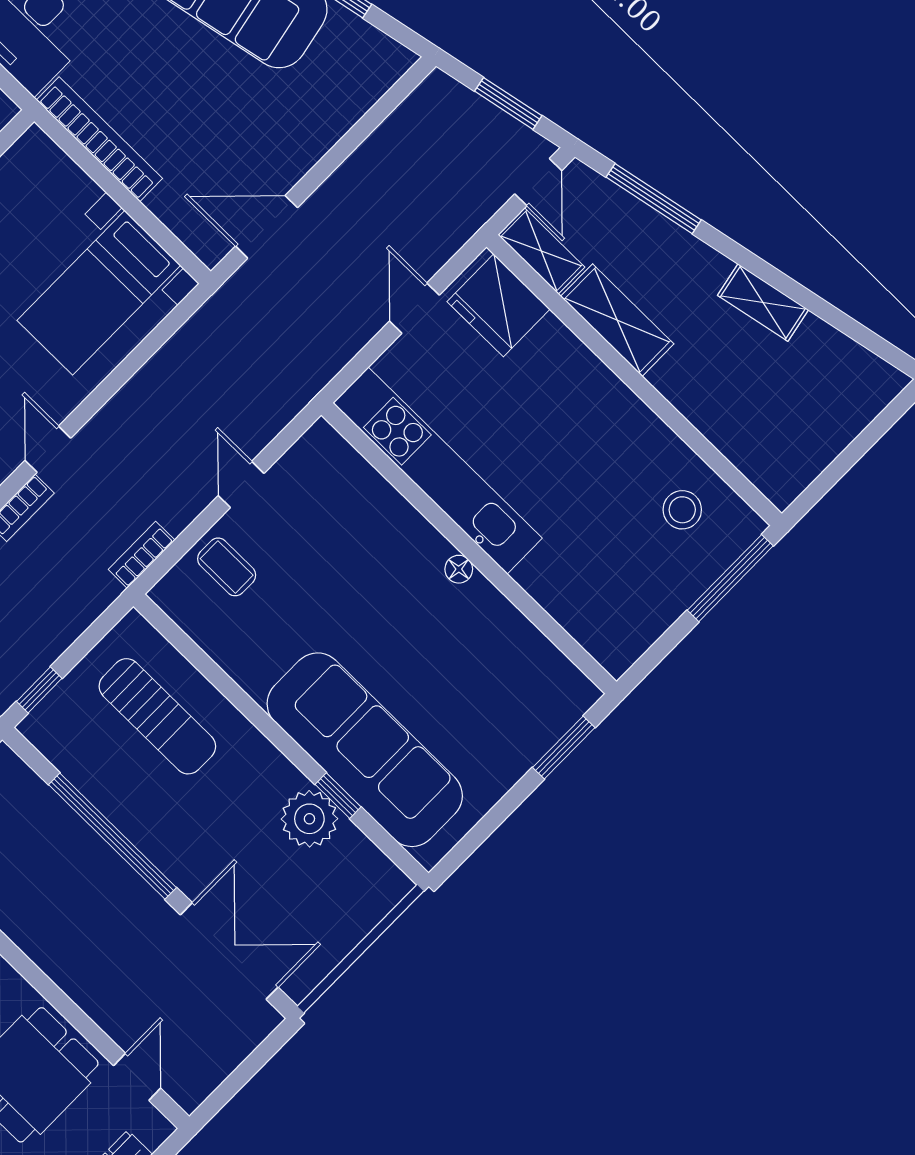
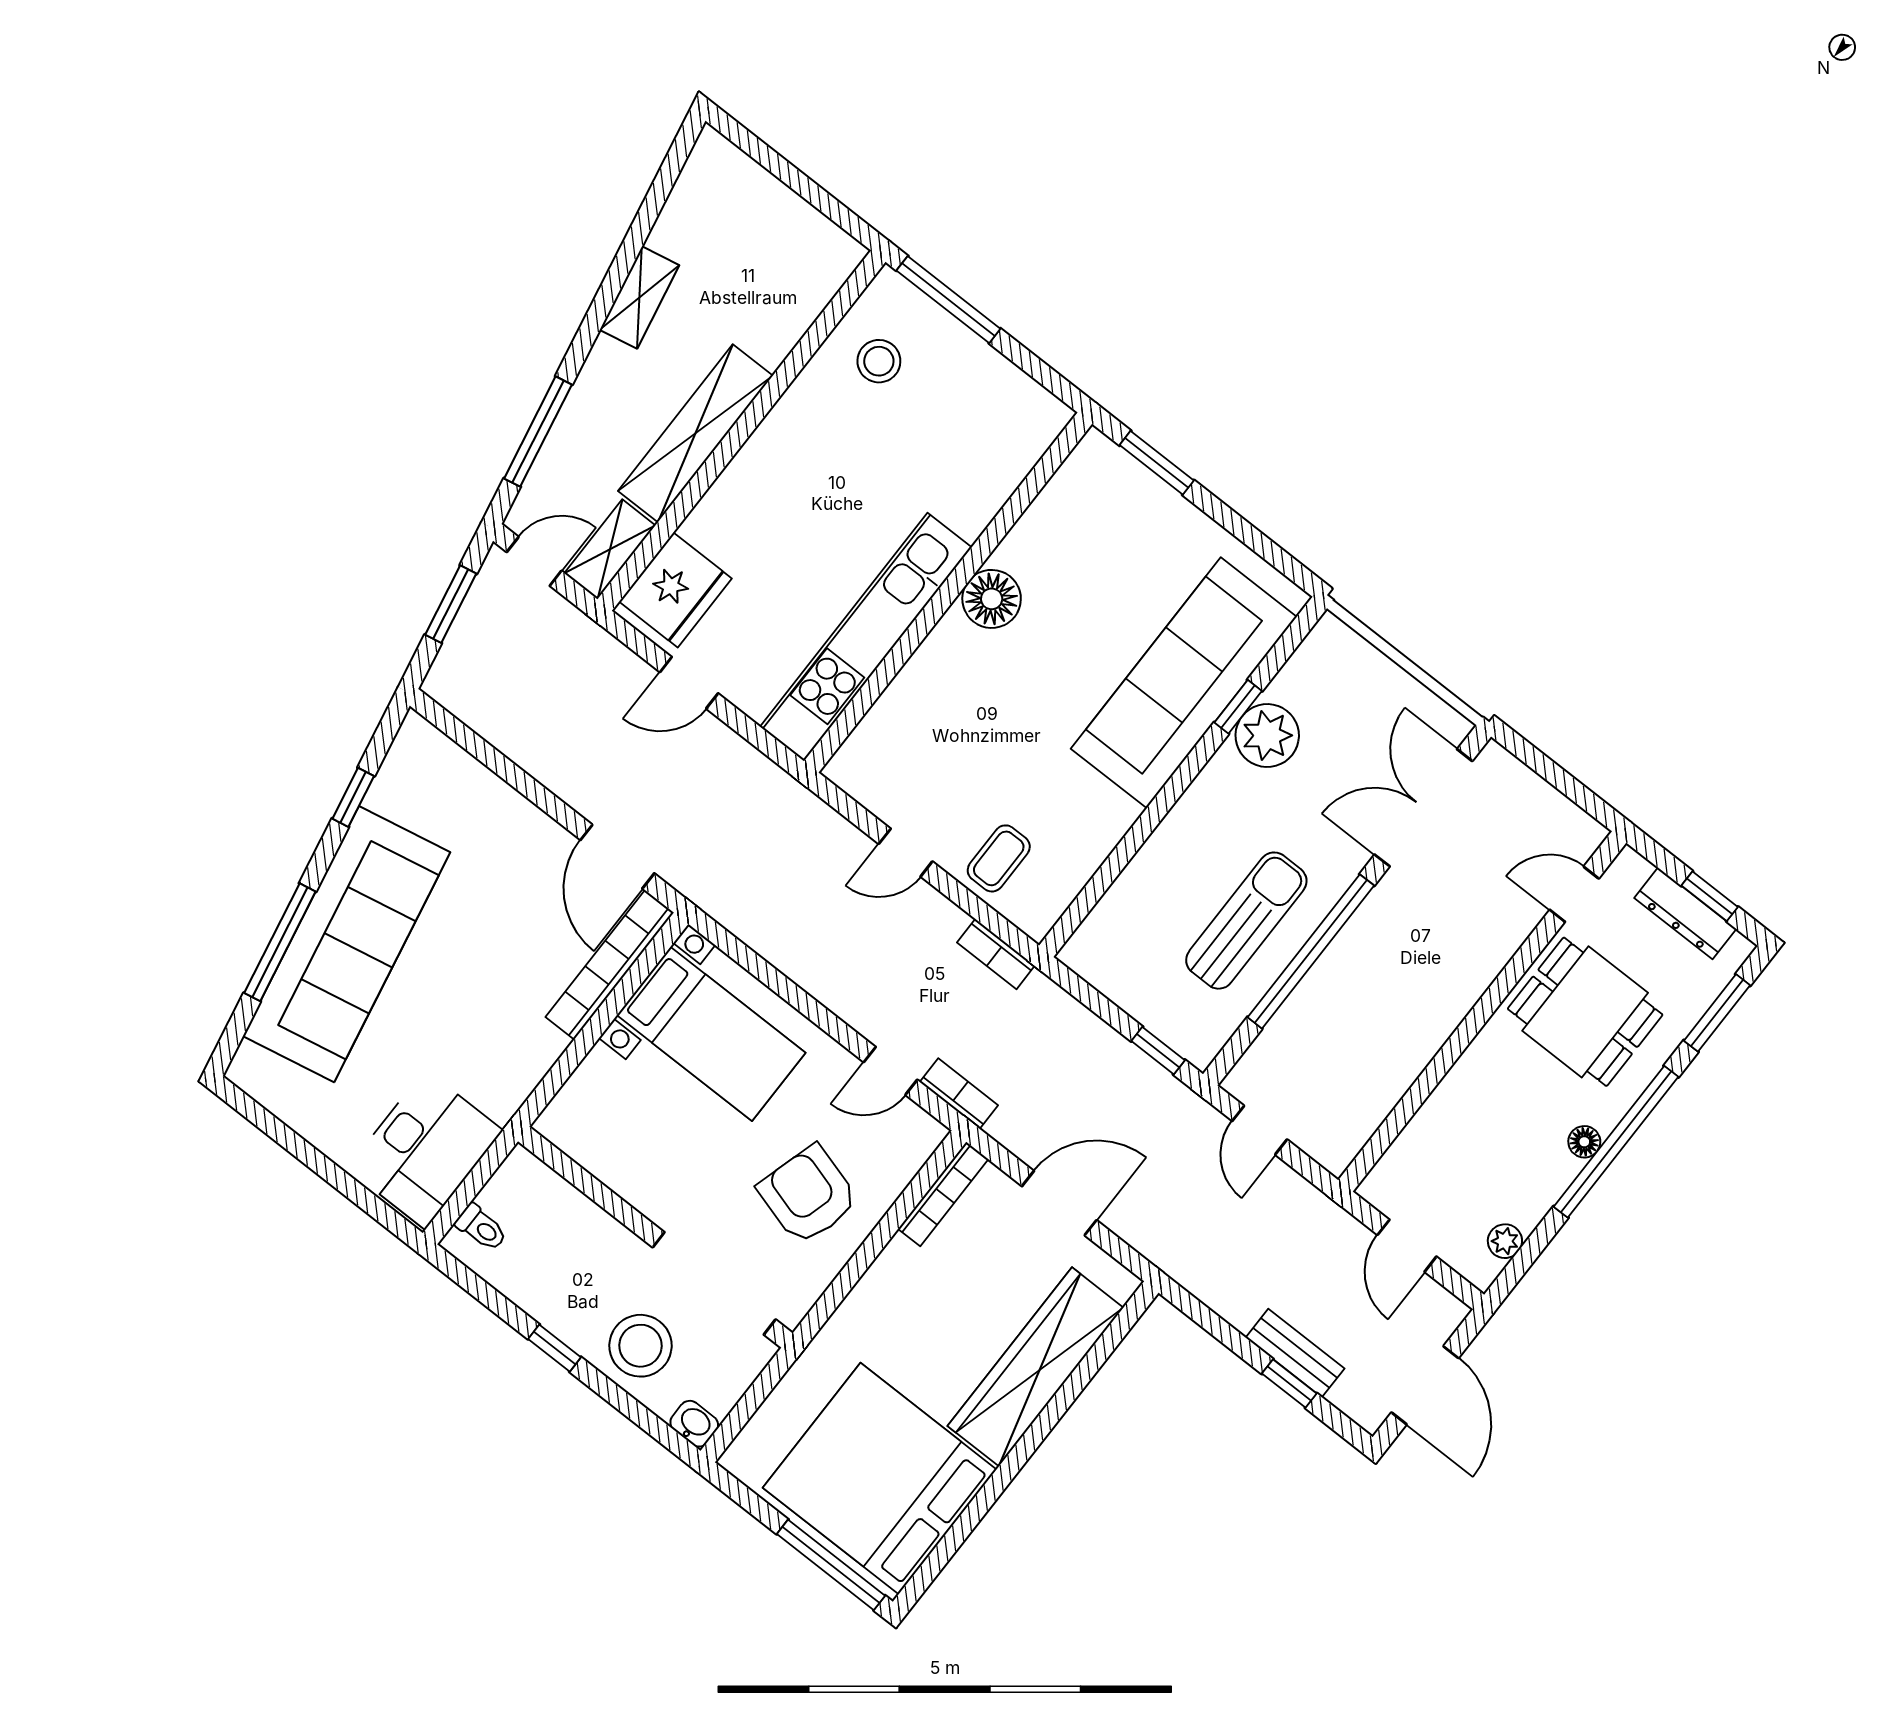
bookcase: (99, 139) -> (610, 965), moved
shelving: (617, 320) -> (695, 433), width x1.47
floor lamp: (459, 569) -> (992, 599), width x1.89, depth x1.89
sun lounger: (157, 716) -> (1246, 921), moved

